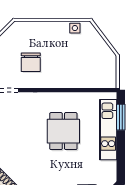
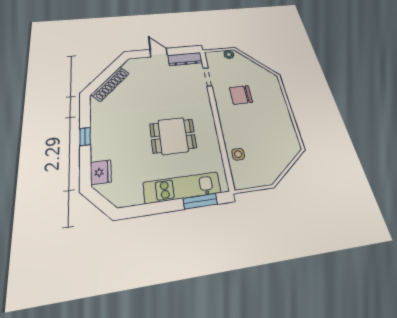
side table: (75, 28) -> (238, 154), moved

